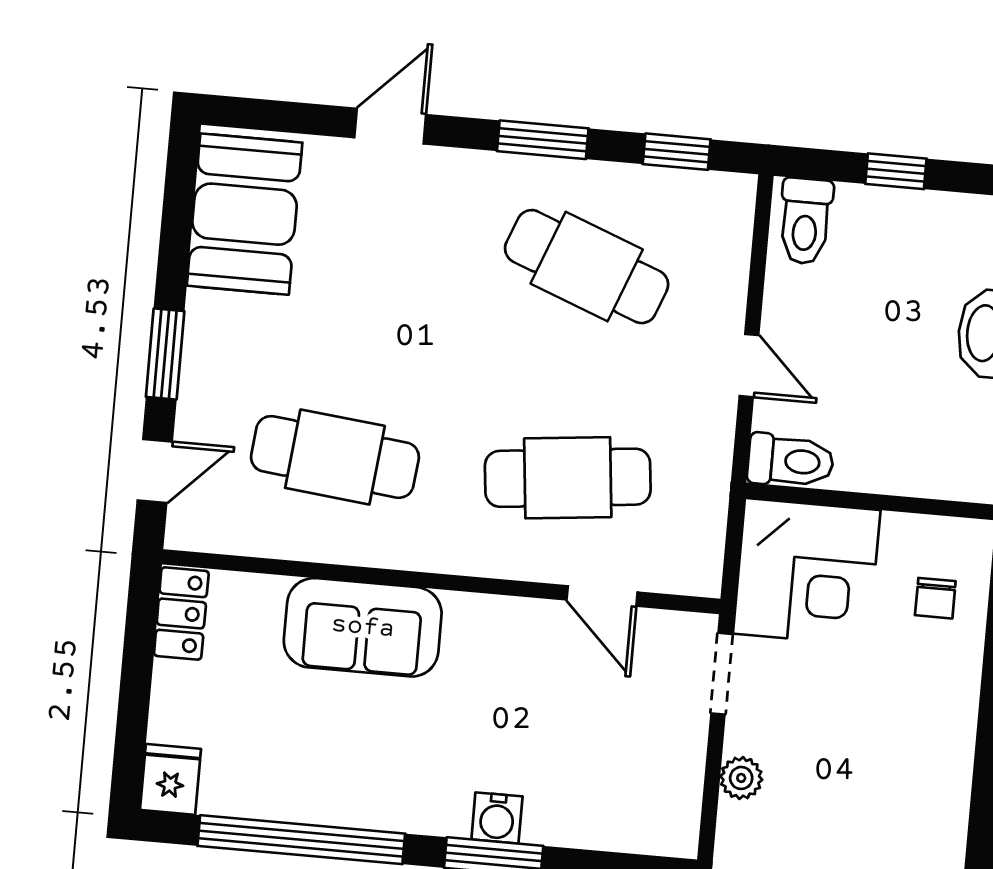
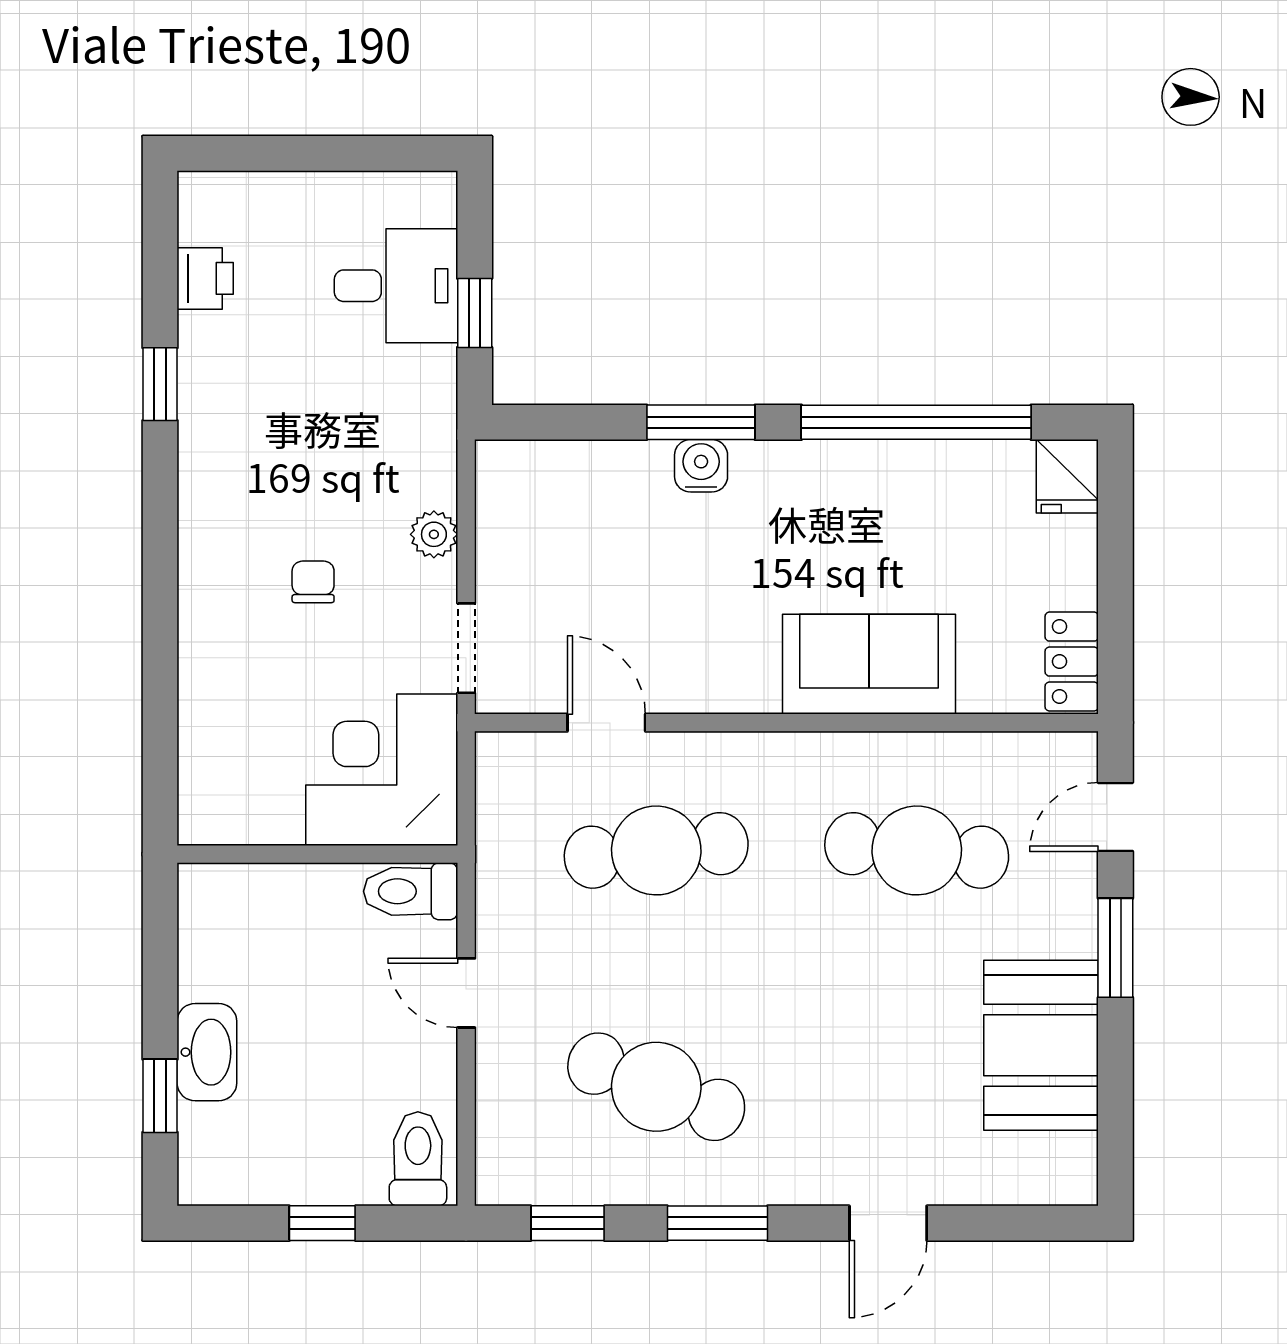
booth: (245, 214) -> (1041, 1045), moved
chair: (935, 598) -> (313, 582), moved

